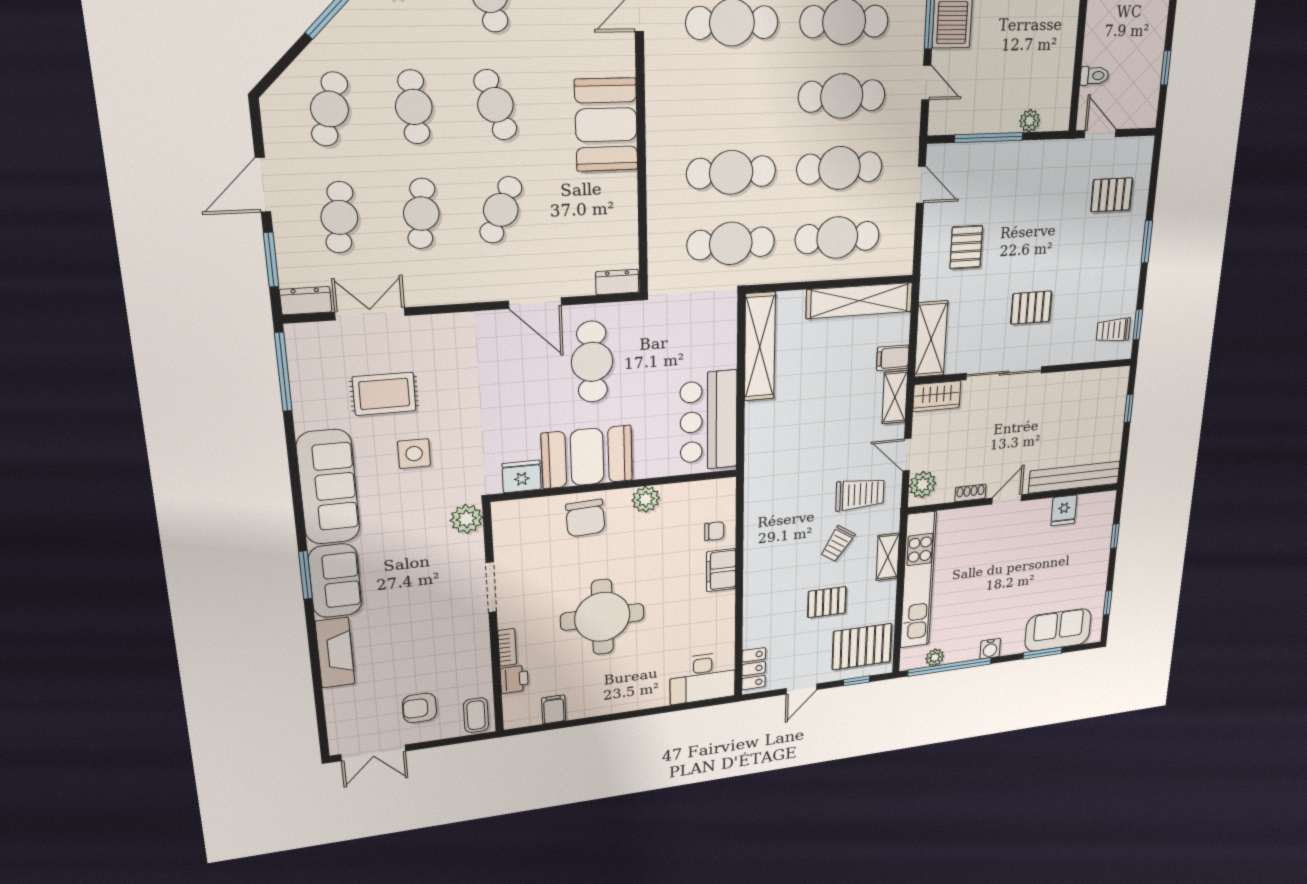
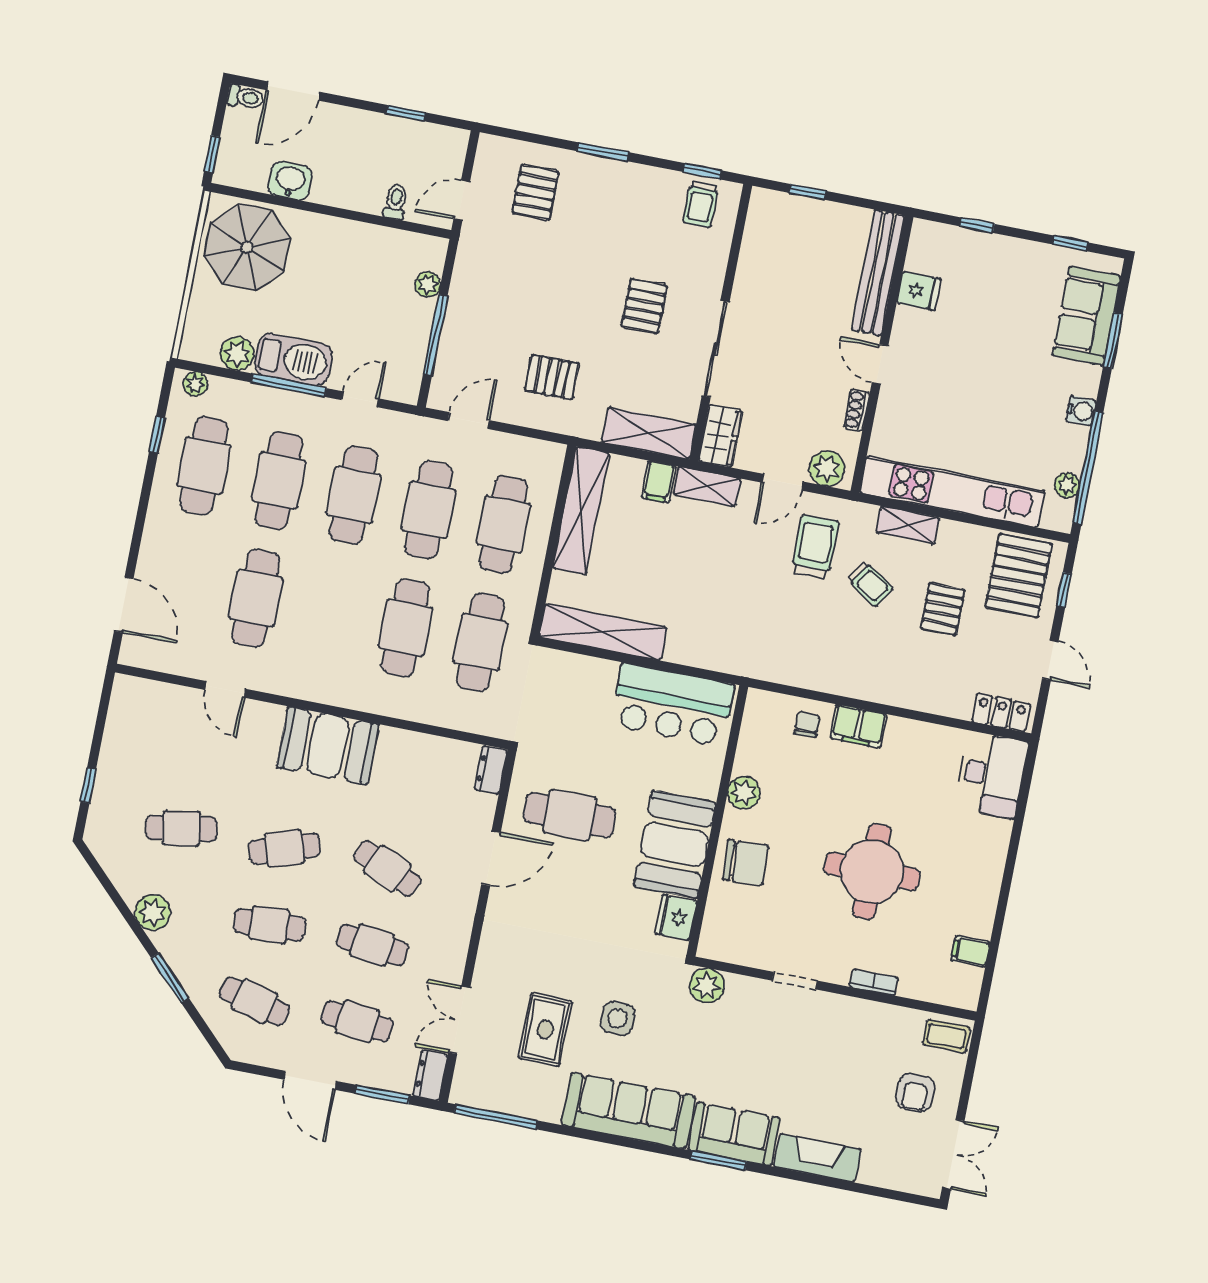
doorway: (491, 587) -> (795, 981), width x0.73
printer: (514, 679) -> (916, 984), removed

